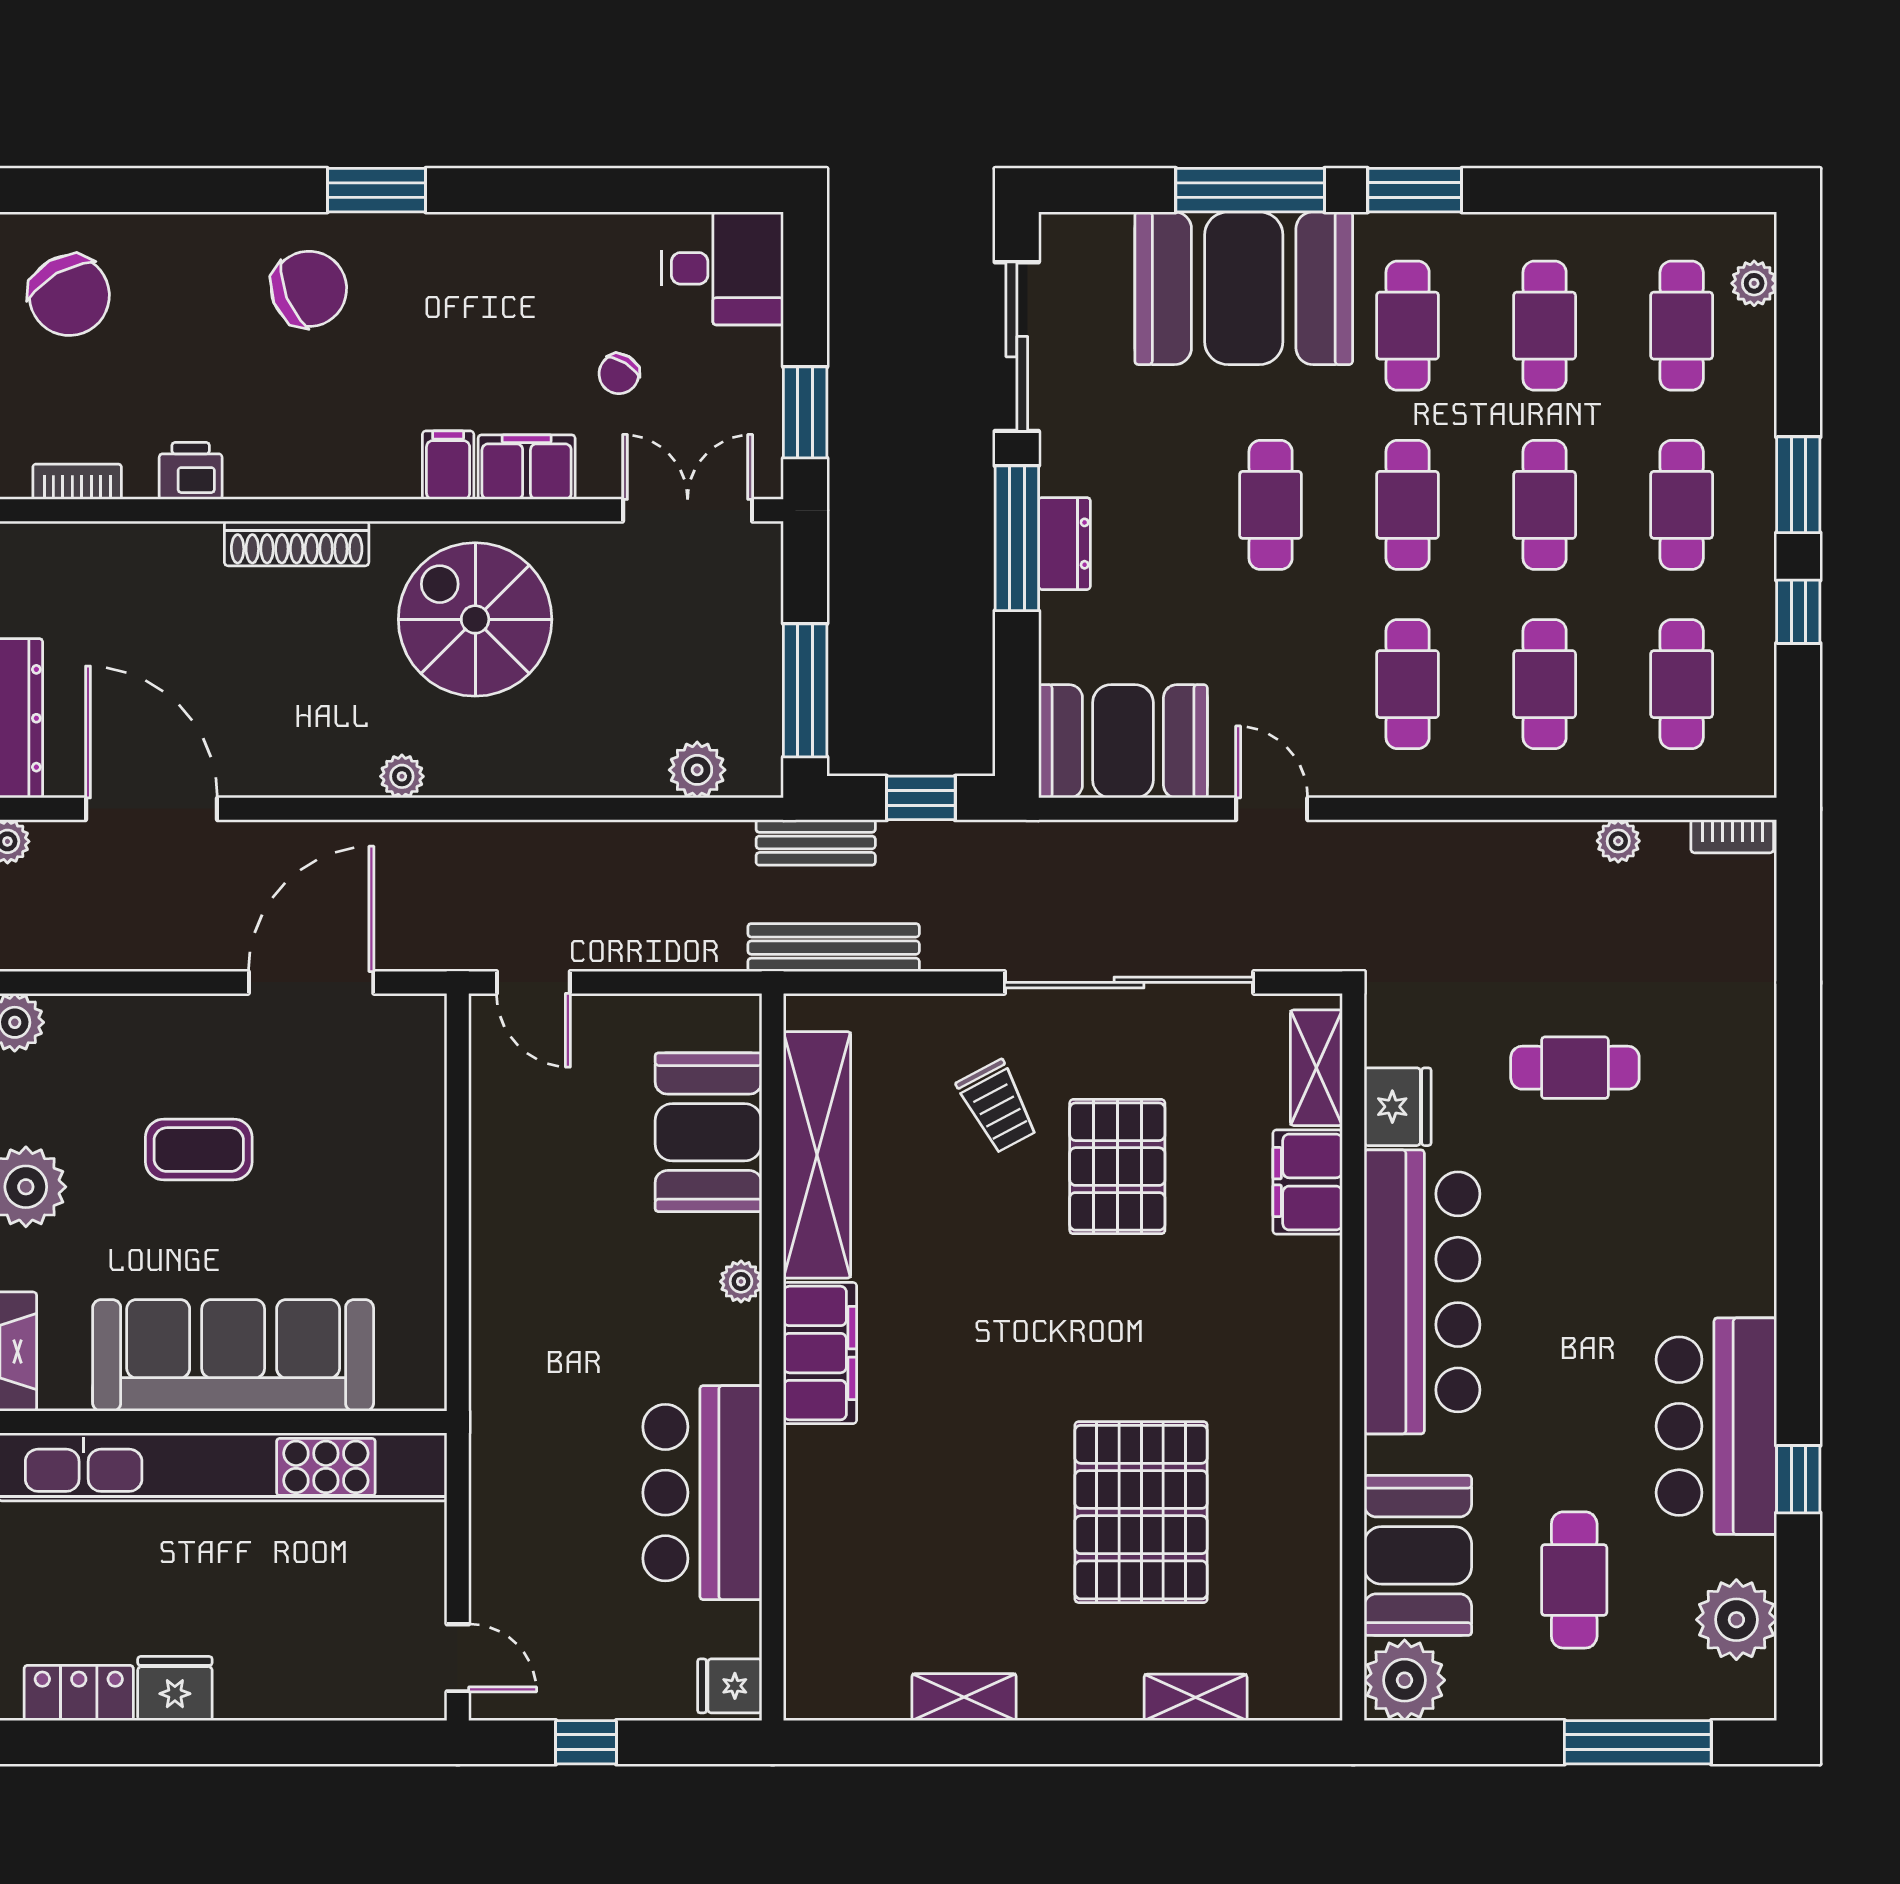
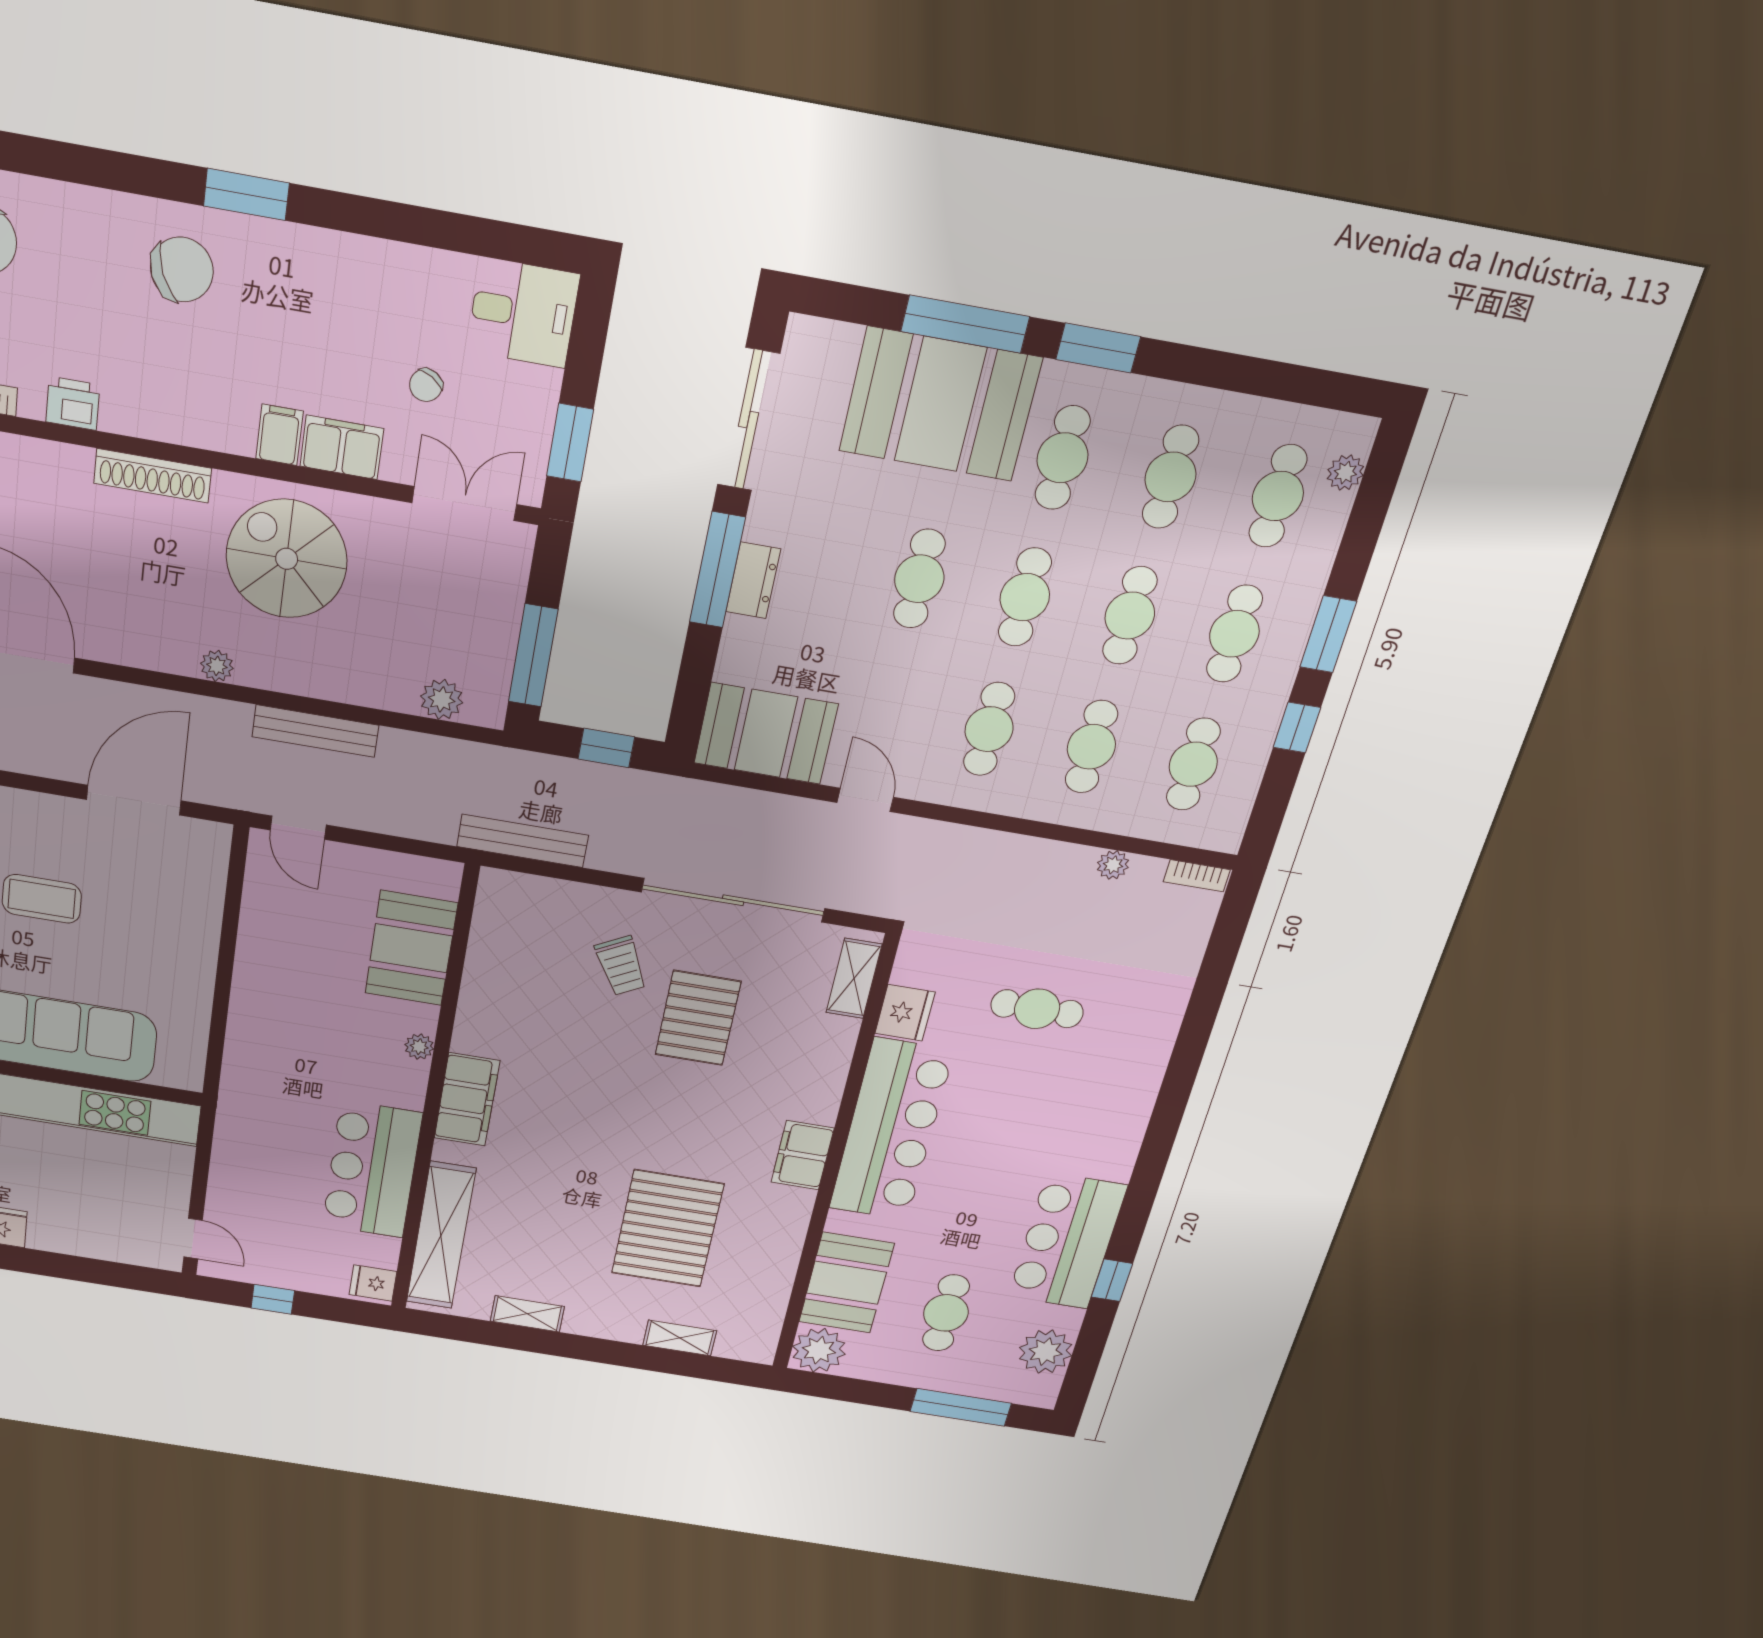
bench: (816, 842) -> (315, 731), moved, width x1.36
shelving: (817, 1155) -> (441, 1236), moved
filing cabinet: (1308, 1182) -> (803, 1155), moved

